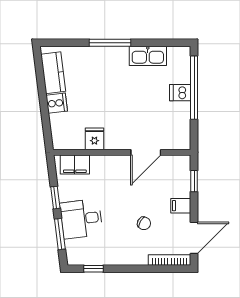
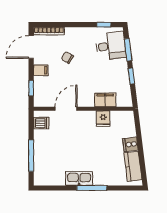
kitchen sink: (148, 56) -> (79, 178), moved
window: (194, 88) -> (31, 156), width x0.68
dishwasher: (180, 93) -> (41, 123), moved
filing cabinet: (75, 165) -> (105, 100), moved
desk: (81, 219) -> (111, 46), moved

